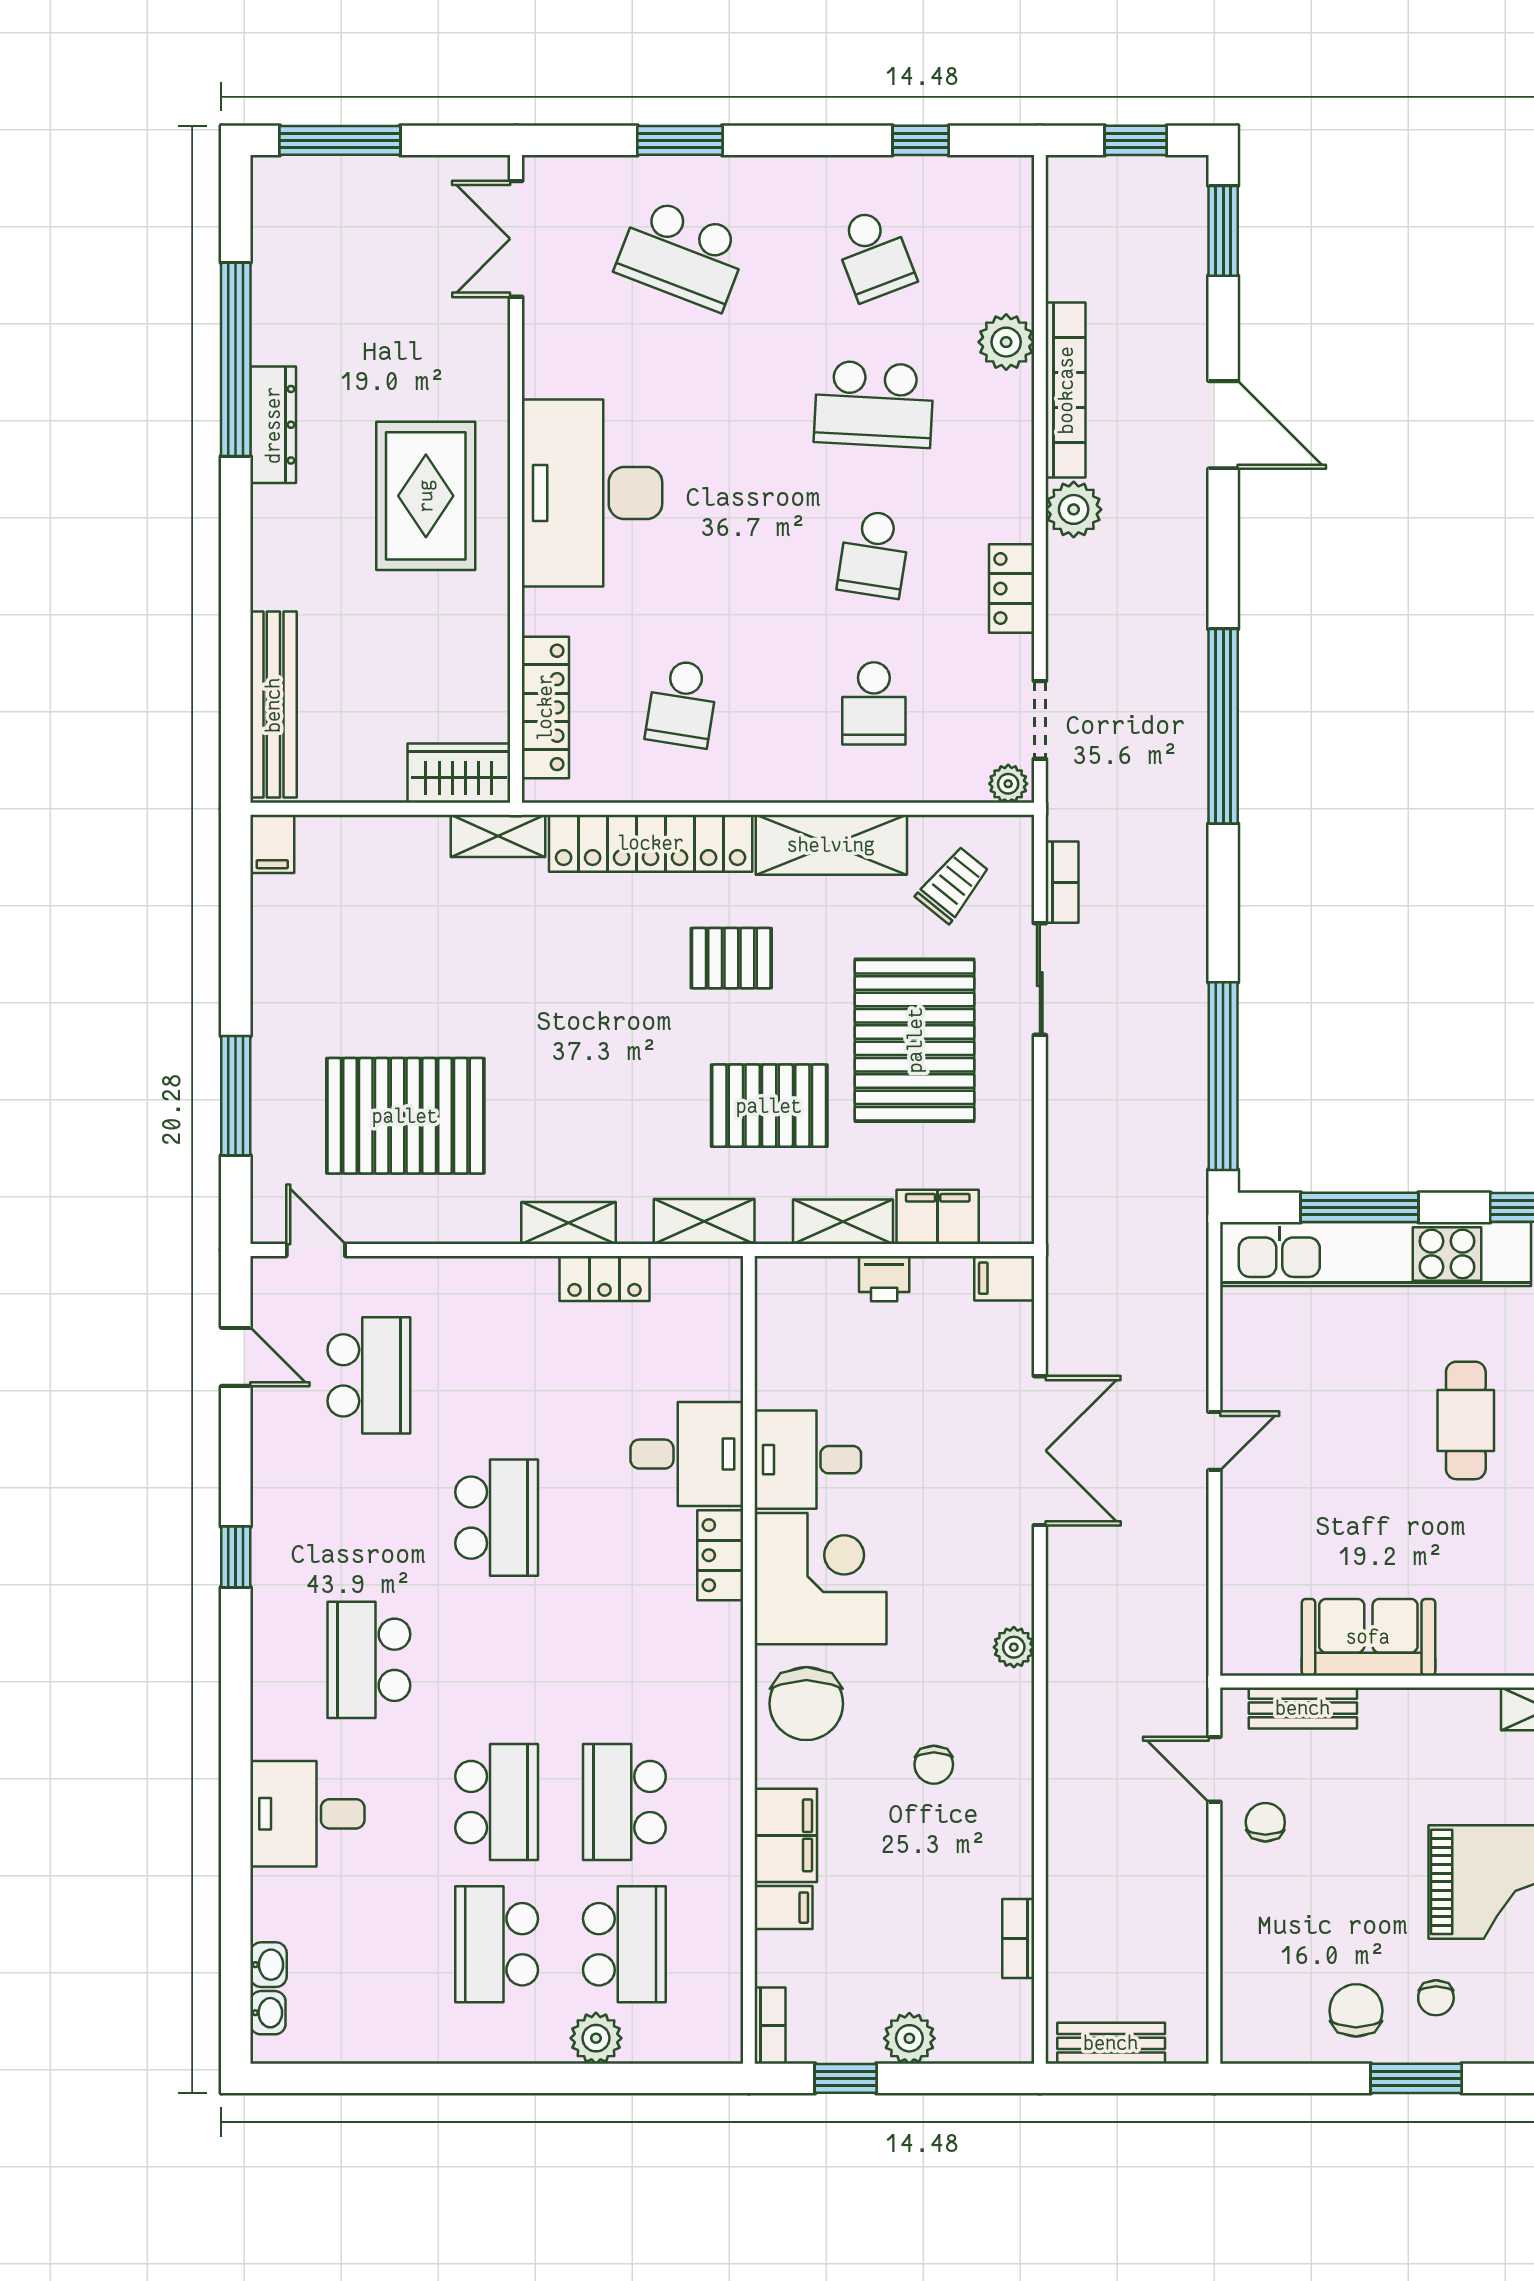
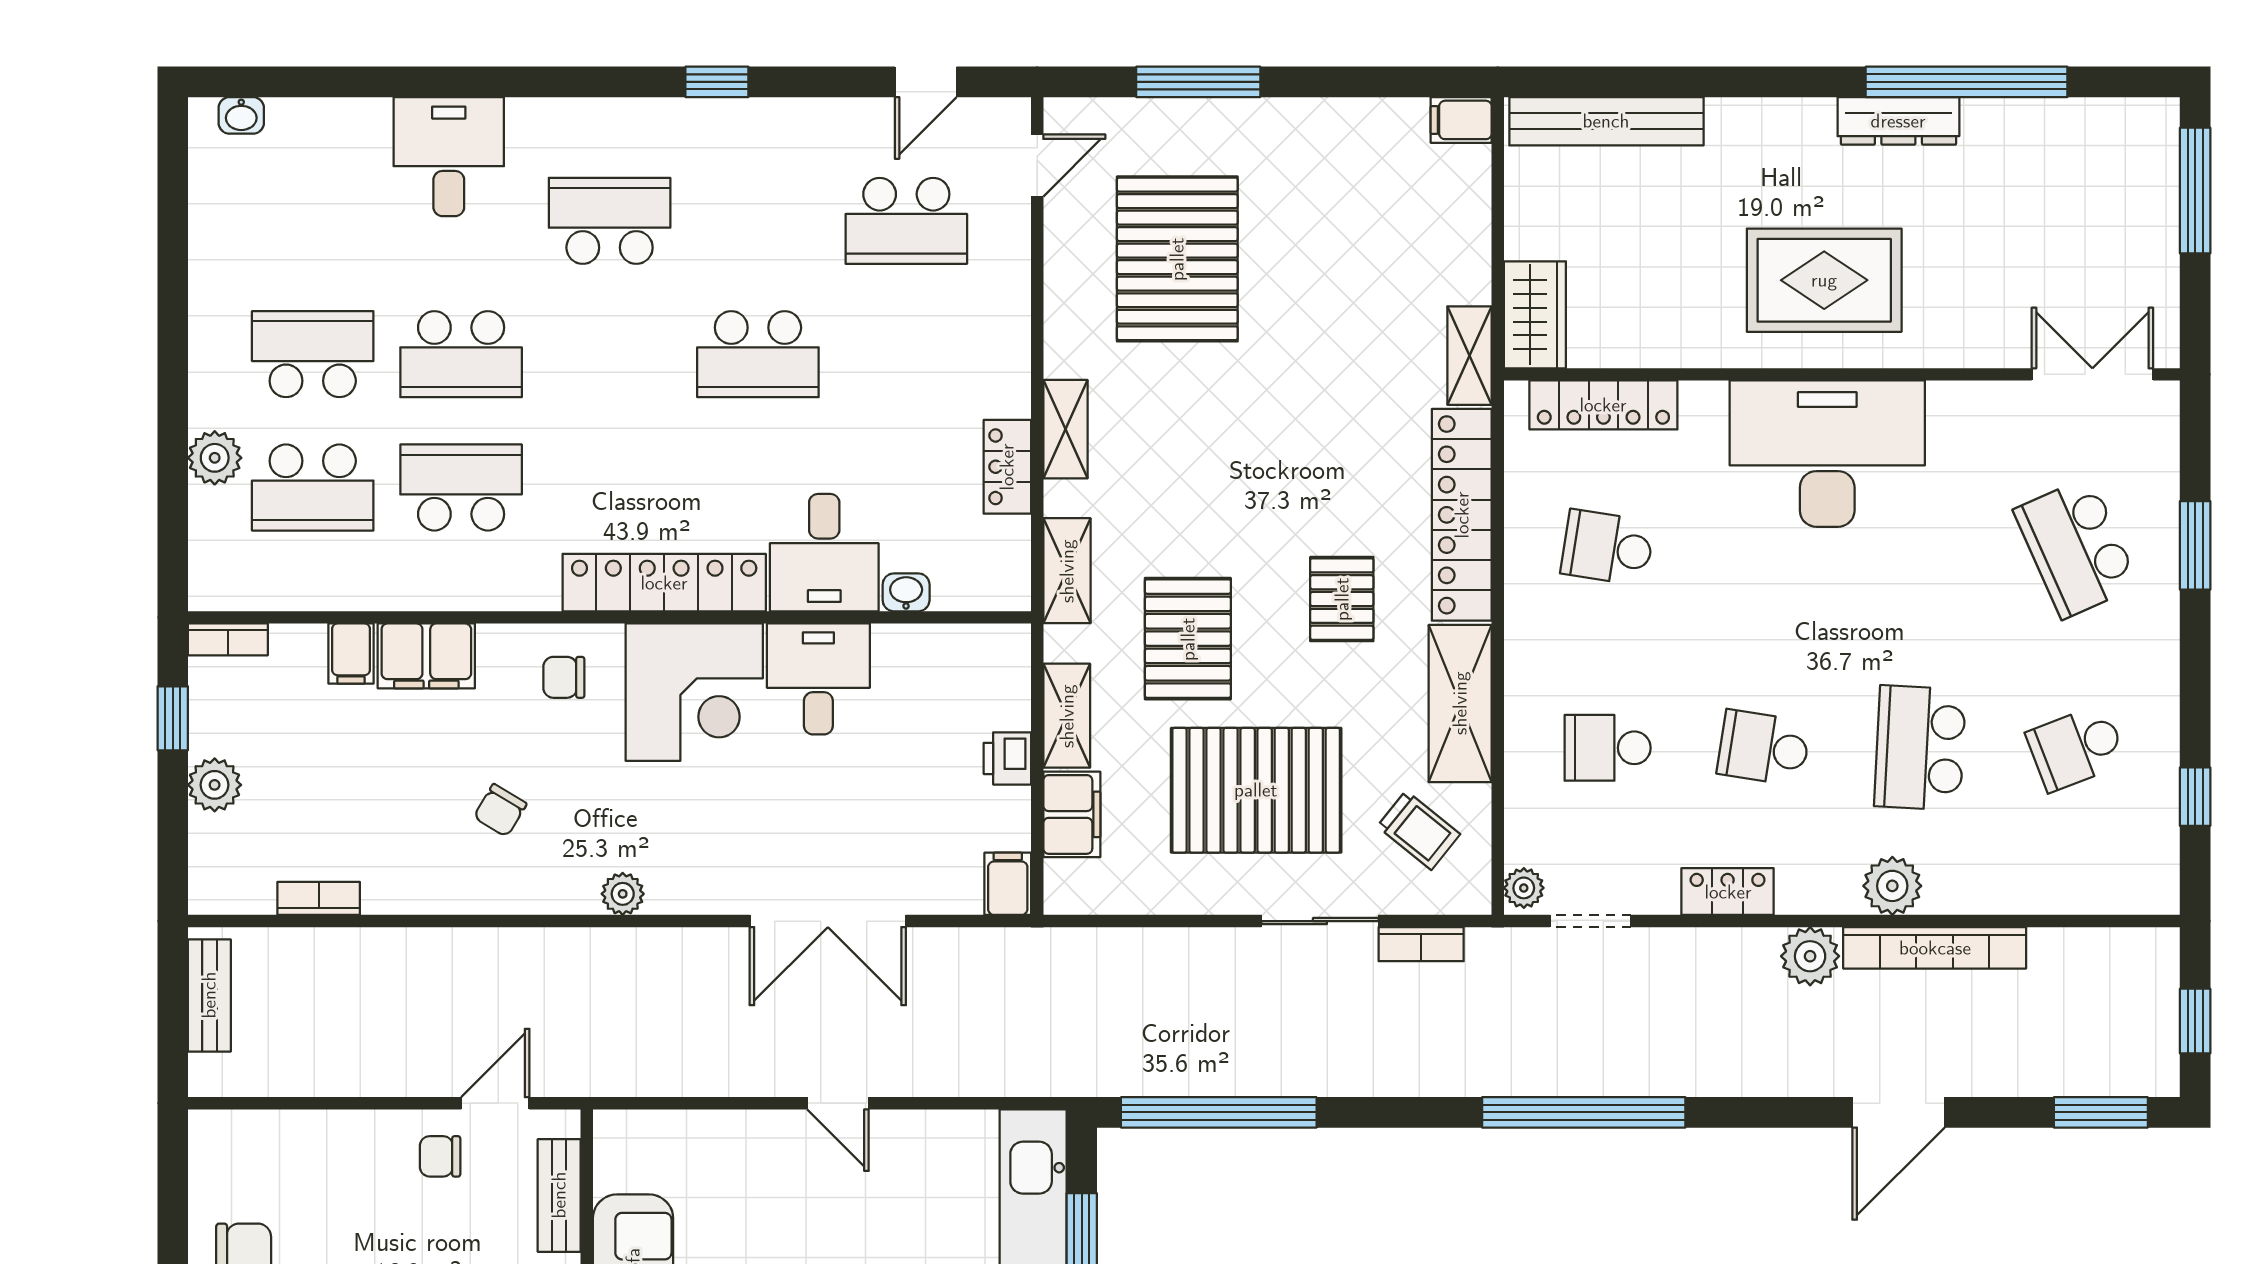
school desk: (682, 254) -> (2076, 548), turned -45
plant: (1006, 342) -> (1892, 886), moved
locker: (720, 1555) -> (664, 583), width x2.16, depth x1.21
chair: (806, 1704) -> (564, 677), width x0.54, depth x0.54
chair: (934, 1765) -> (500, 810), turned -59
chair: (1265, 1822) -> (440, 1156), turned 180
washbasin: (268, 1965) -> (906, 592), moved, turned 180

